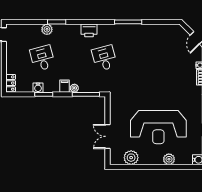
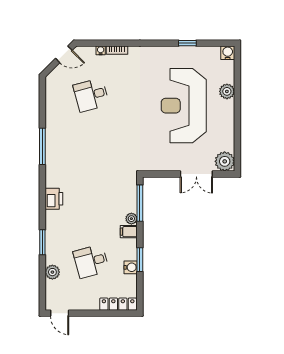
plant: (47, 29) -> (52, 272), moved
desk: (104, 58) -> (91, 95), moved
locker: (11, 83) -> (118, 304), width x1.53
reception desk: (158, 127) -> (184, 106), turned 180
plant: (131, 158) -> (225, 161), moved

